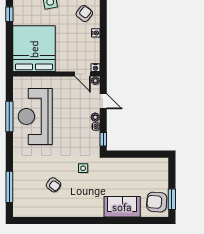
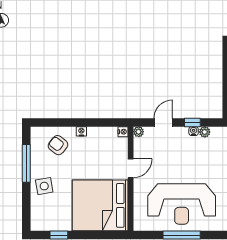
door: (83, 74) -> (131, 168), moved
plant: (95, 117) -> (205, 132), moved
window: (103, 139) -> (192, 122), moved

